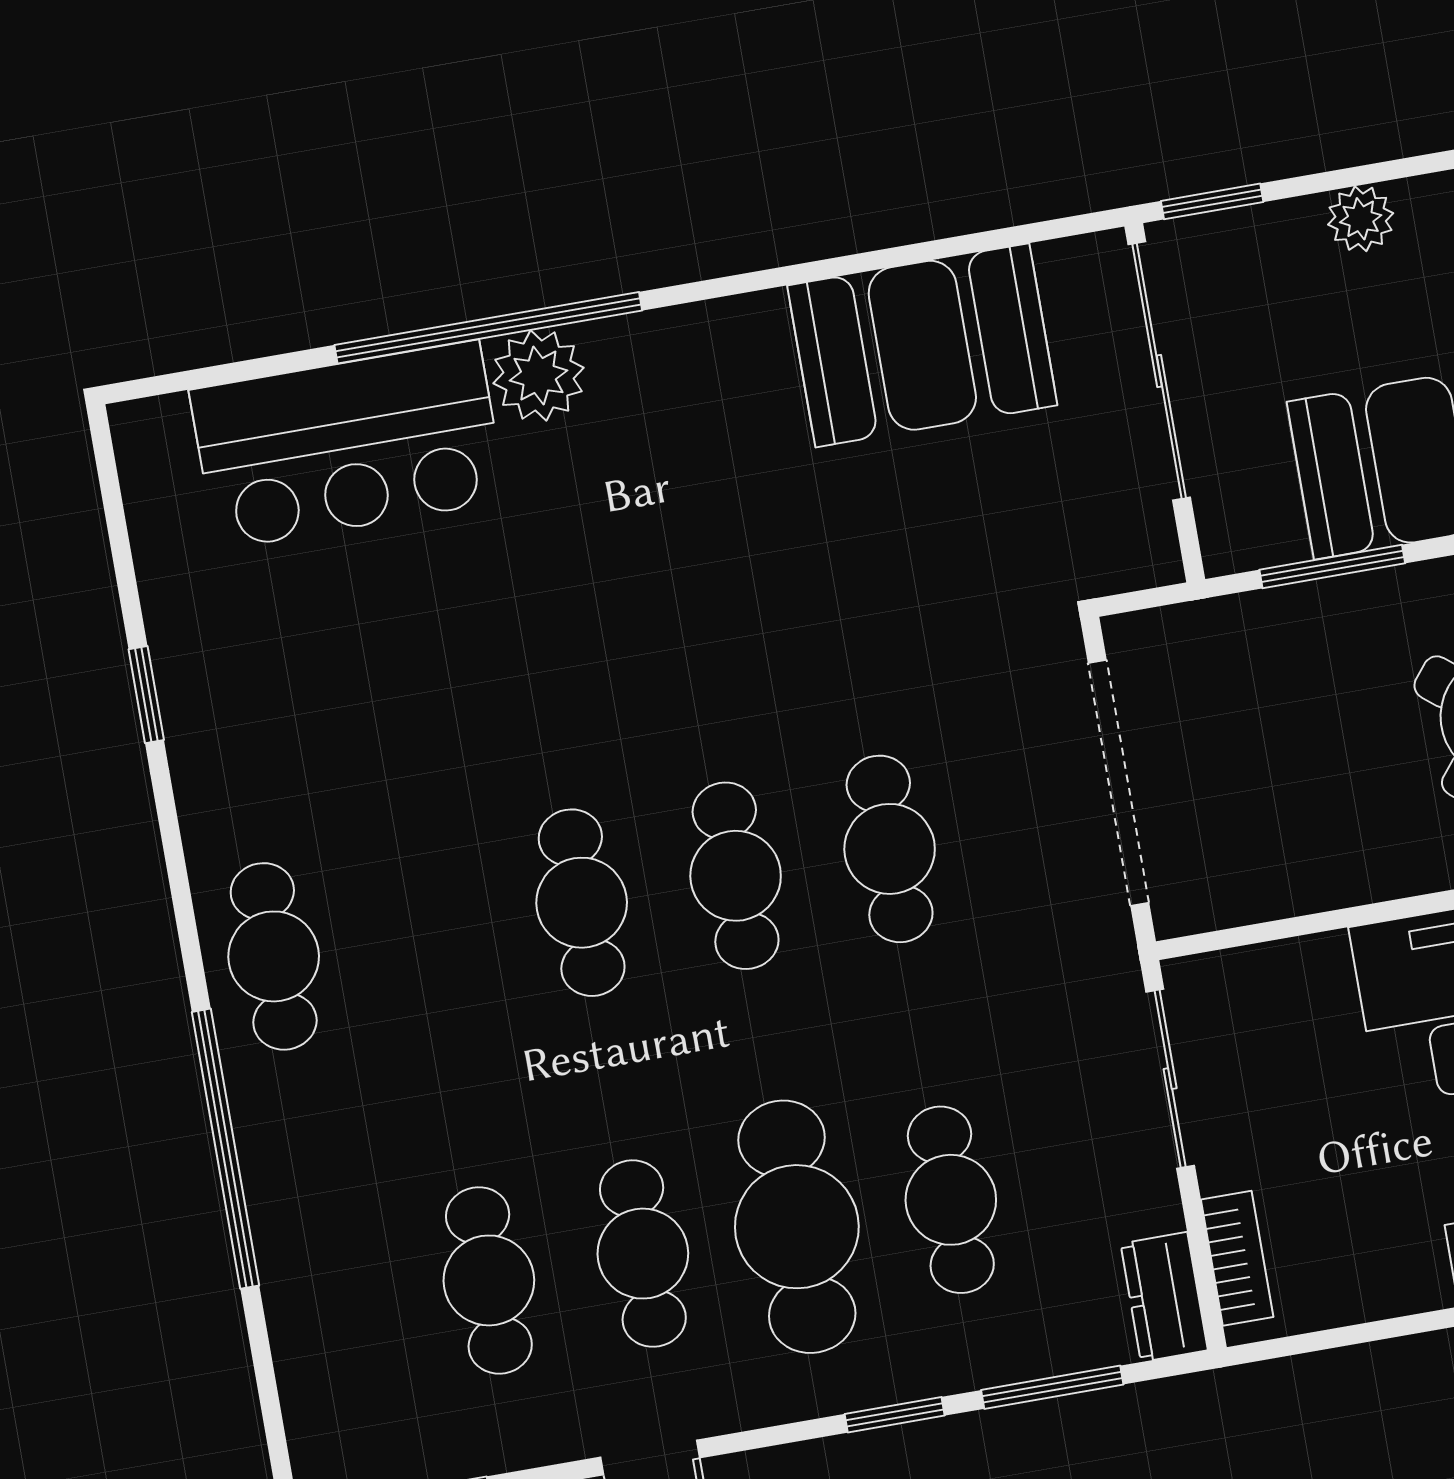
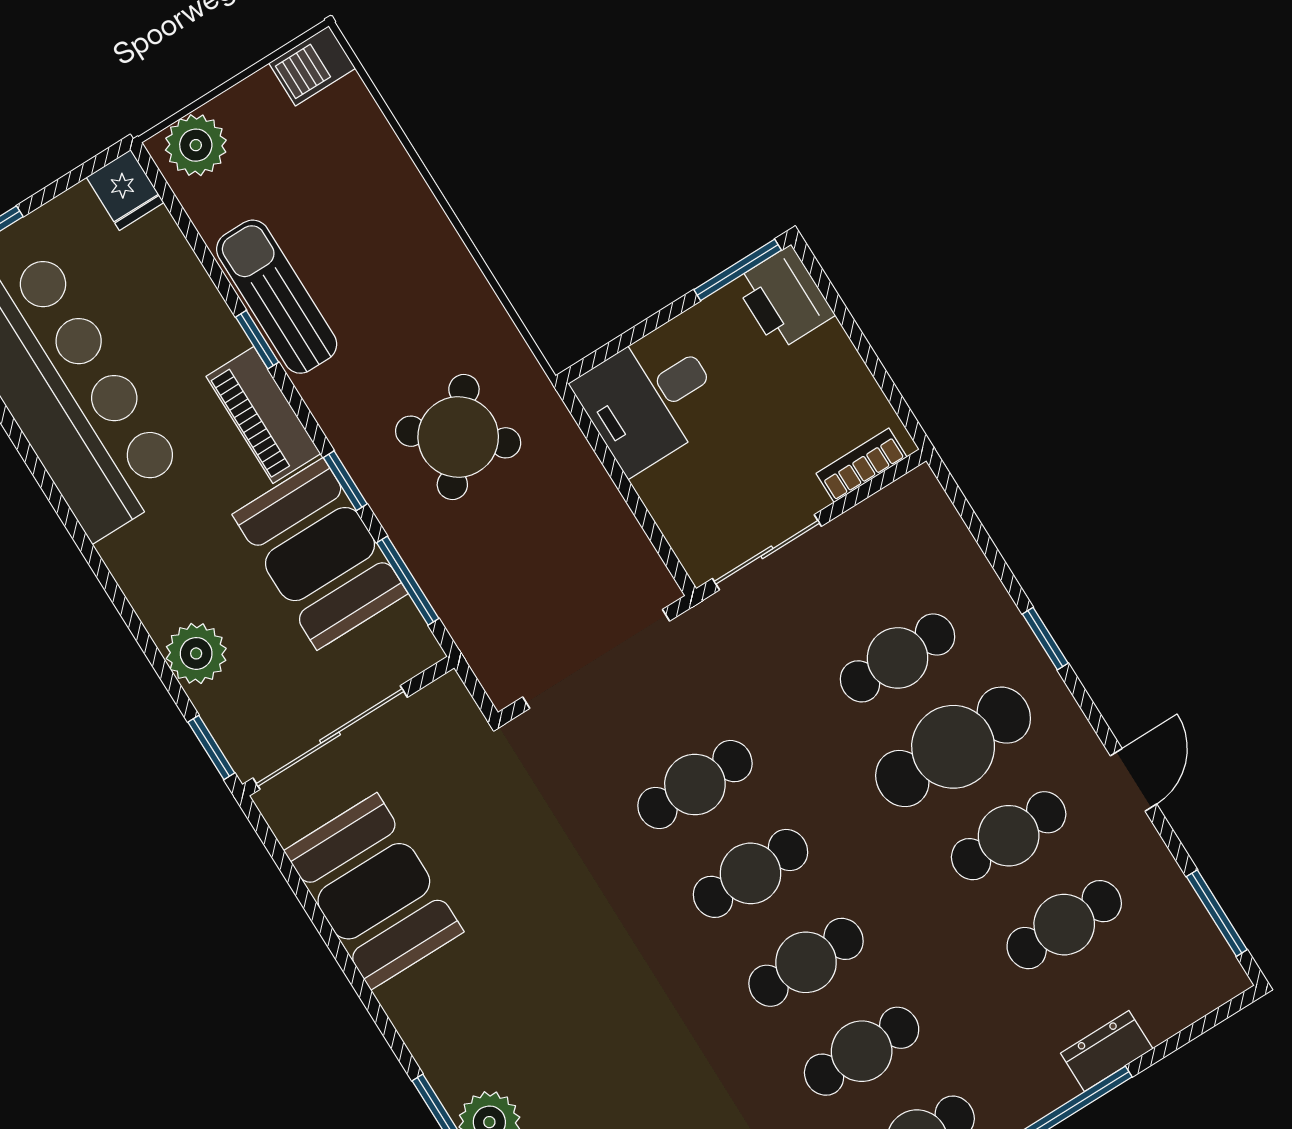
plant: (1361, 219) -> (196, 653), width x1.38, depth x1.38
cafe table: (428, 930) -> (862, 1051), added
dresser: (1164, 1297) -> (1107, 1051), moved, turned 180
window: (1052, 1387) -> (988, 548), removed

